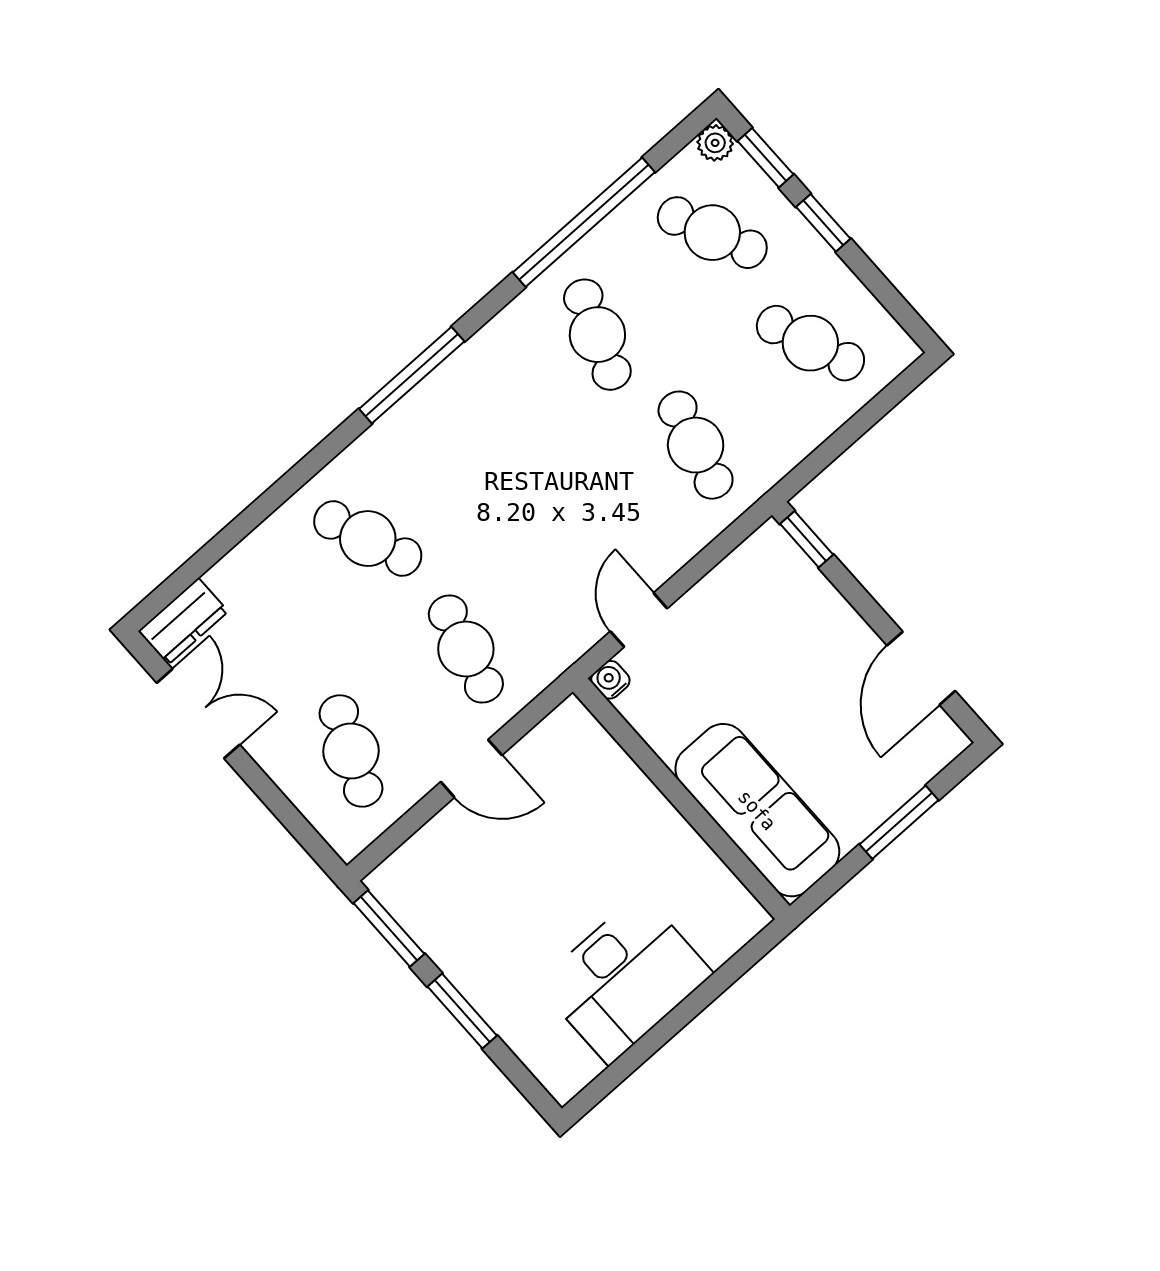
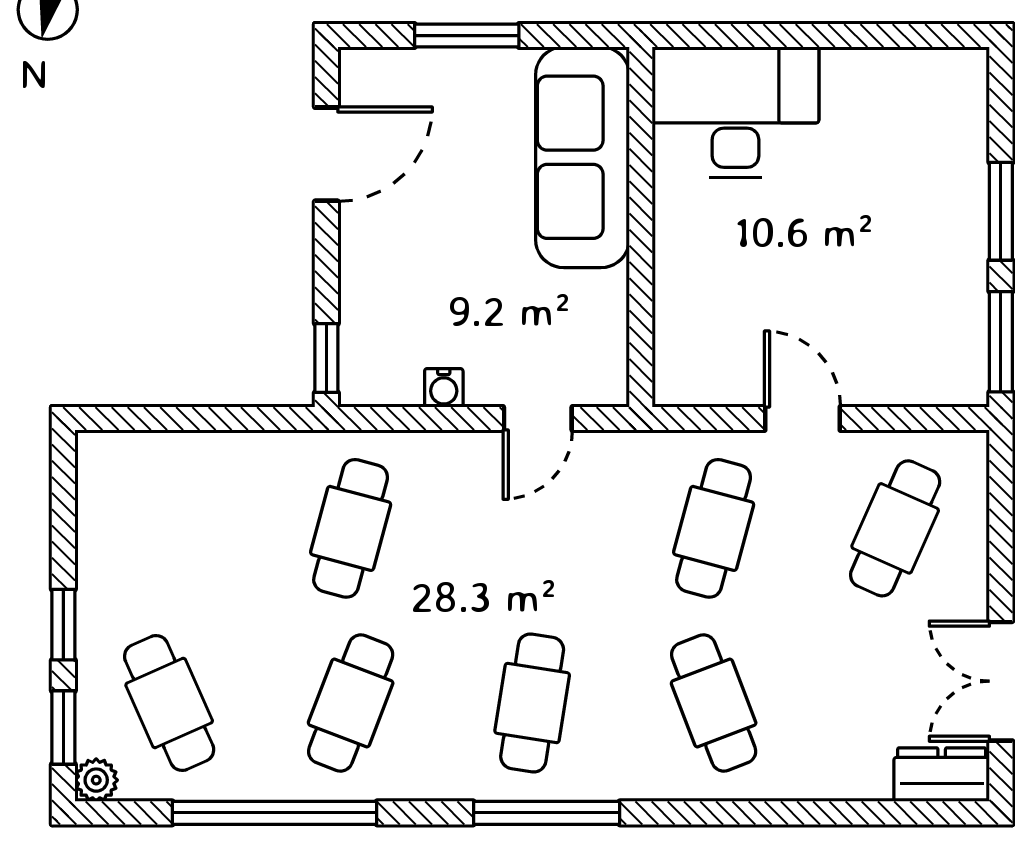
cafe table: (810, 343) -> (532, 703), moved, turned 30
water cooler: (610, 680) -> (444, 388), moved
desk: (625, 979) -> (735, 112), moved

